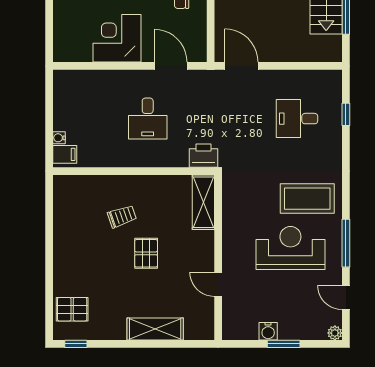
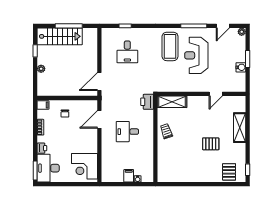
corner desk: (117, 38) -> (85, 166), moved
desk: (148, 119) -> (127, 132), turned 180
filing cabinet: (65, 154) -> (129, 176), moved
trolley: (122, 216) -> (166, 131), moved
pallet: (146, 253) -> (211, 144), moved

